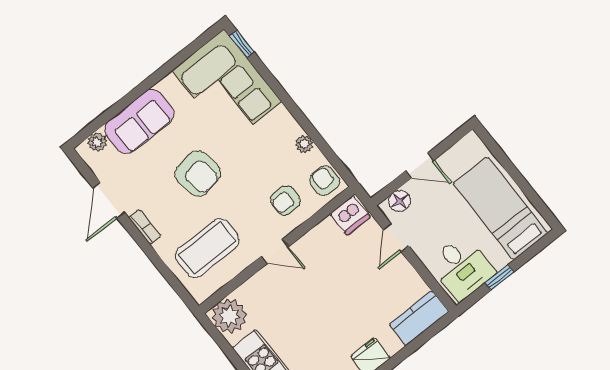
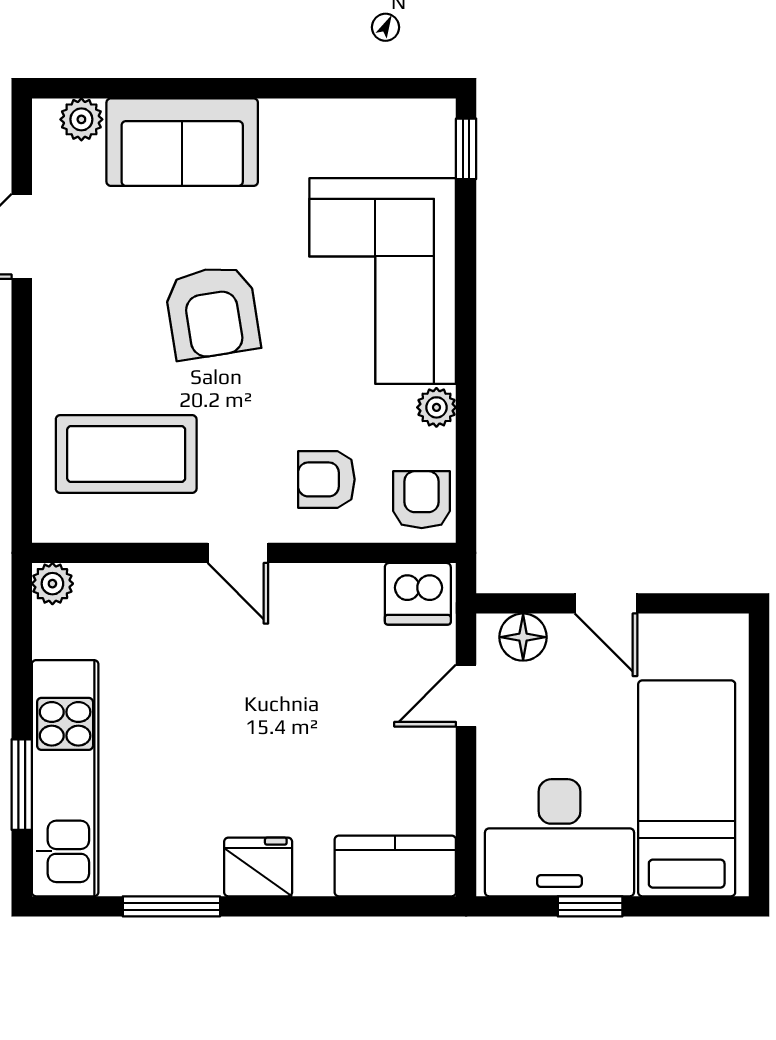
corner sofa: (227, 86) -> (383, 281), moved
bookcase: (145, 227) -> (47, 332), removed
desk: (462, 268) -> (560, 838), width x1.37
plant: (229, 316) -> (52, 584), width x0.53, depth x0.53

